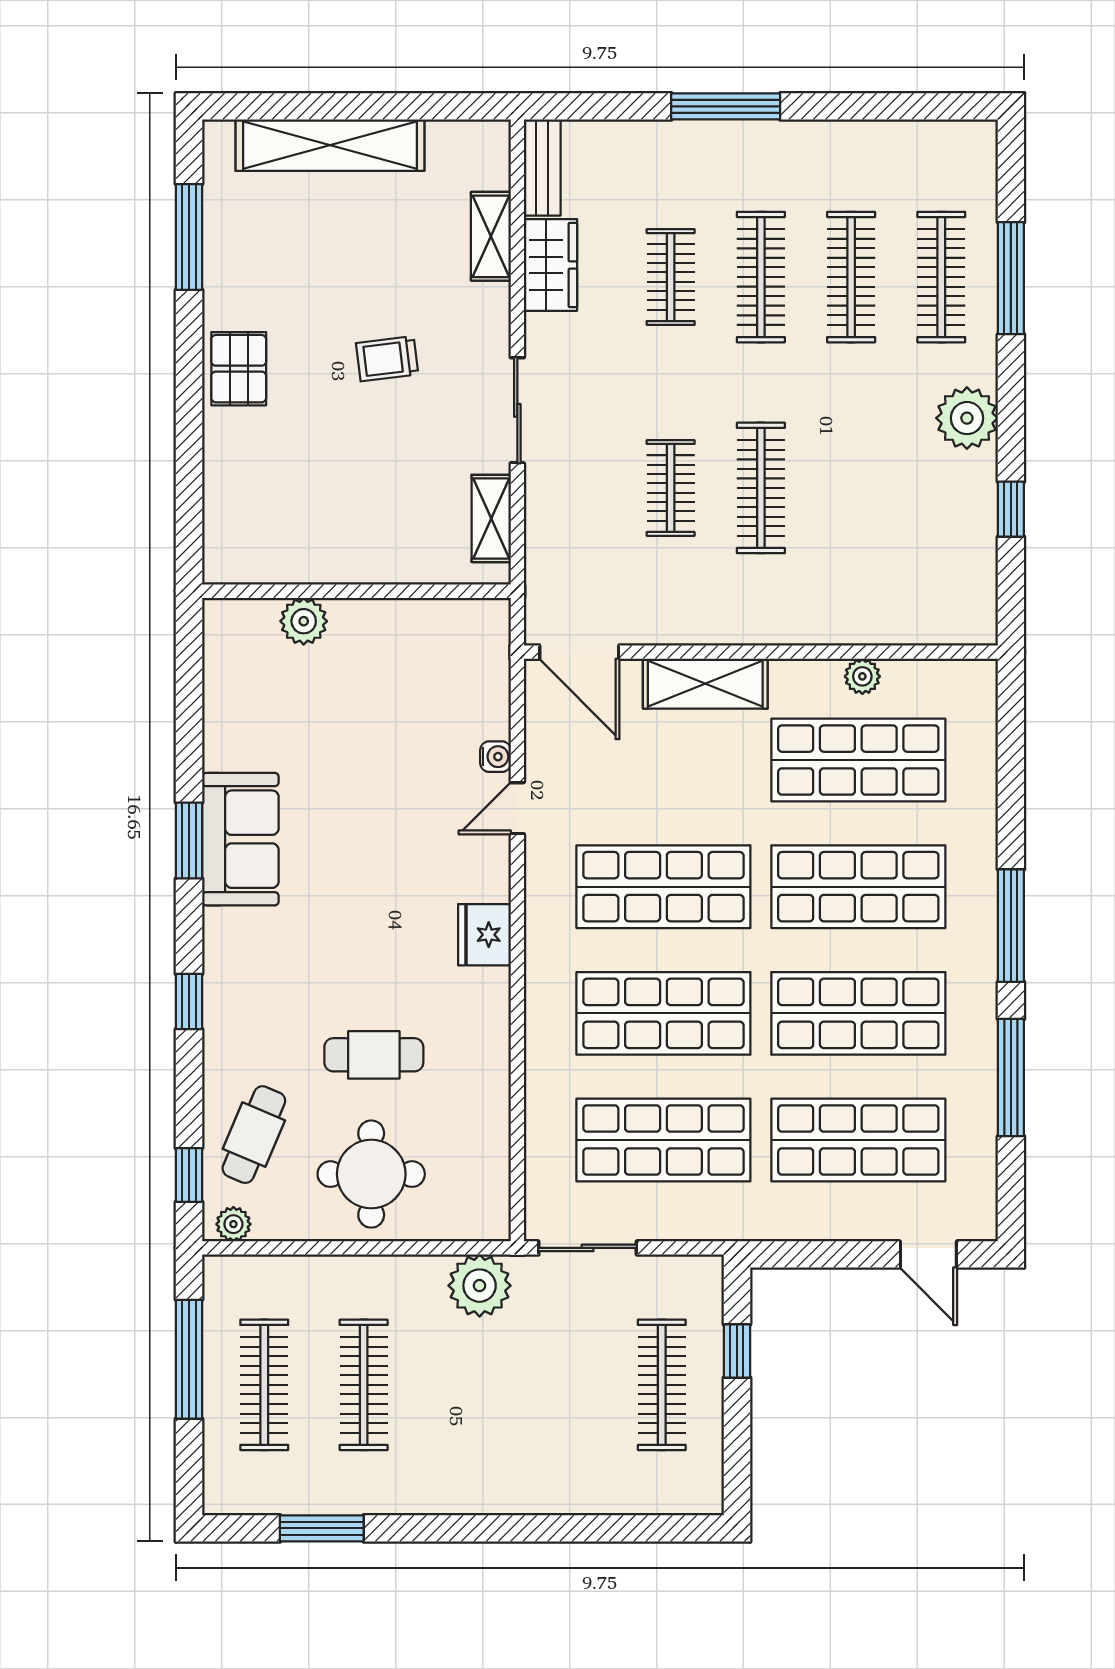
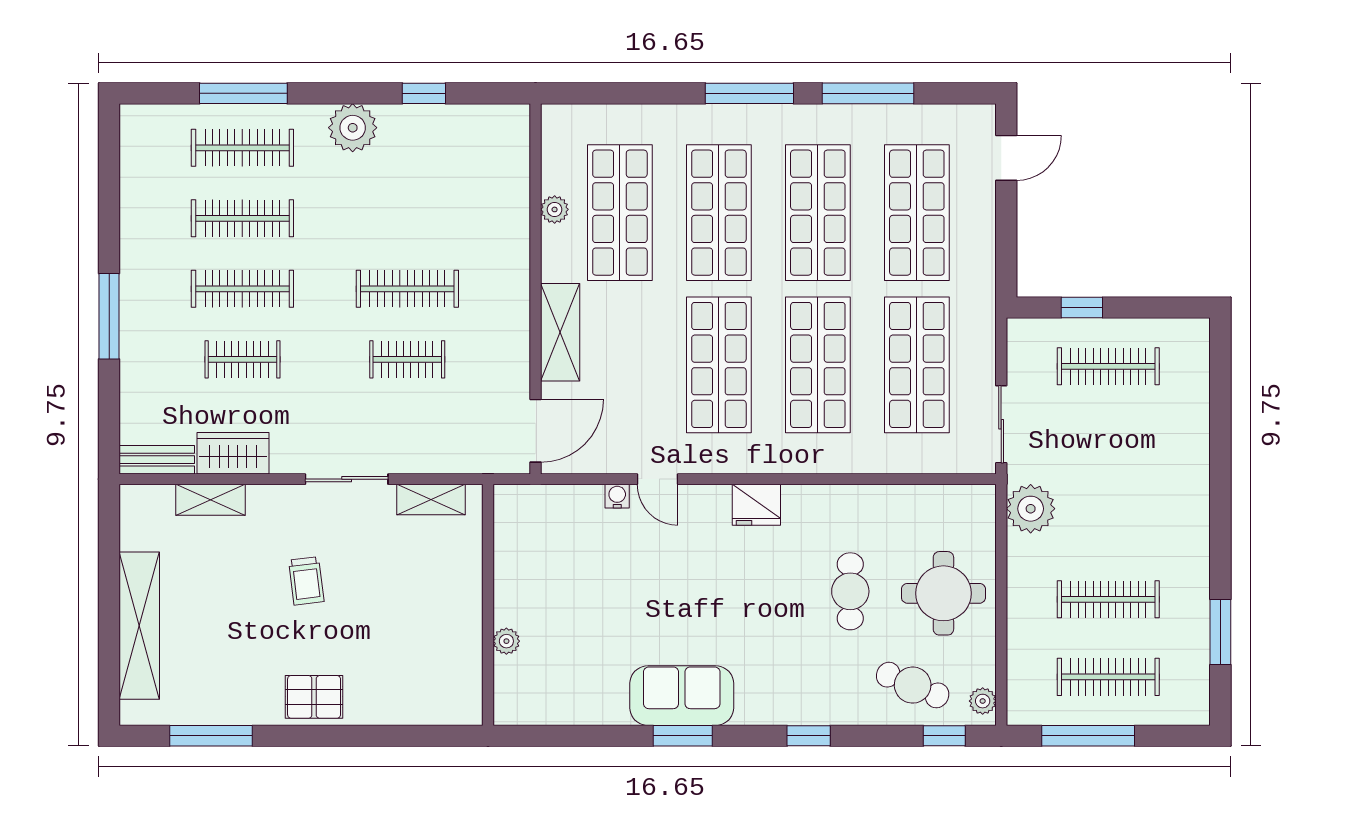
plant: (304, 621) -> (506, 641), width x0.73, depth x0.73

